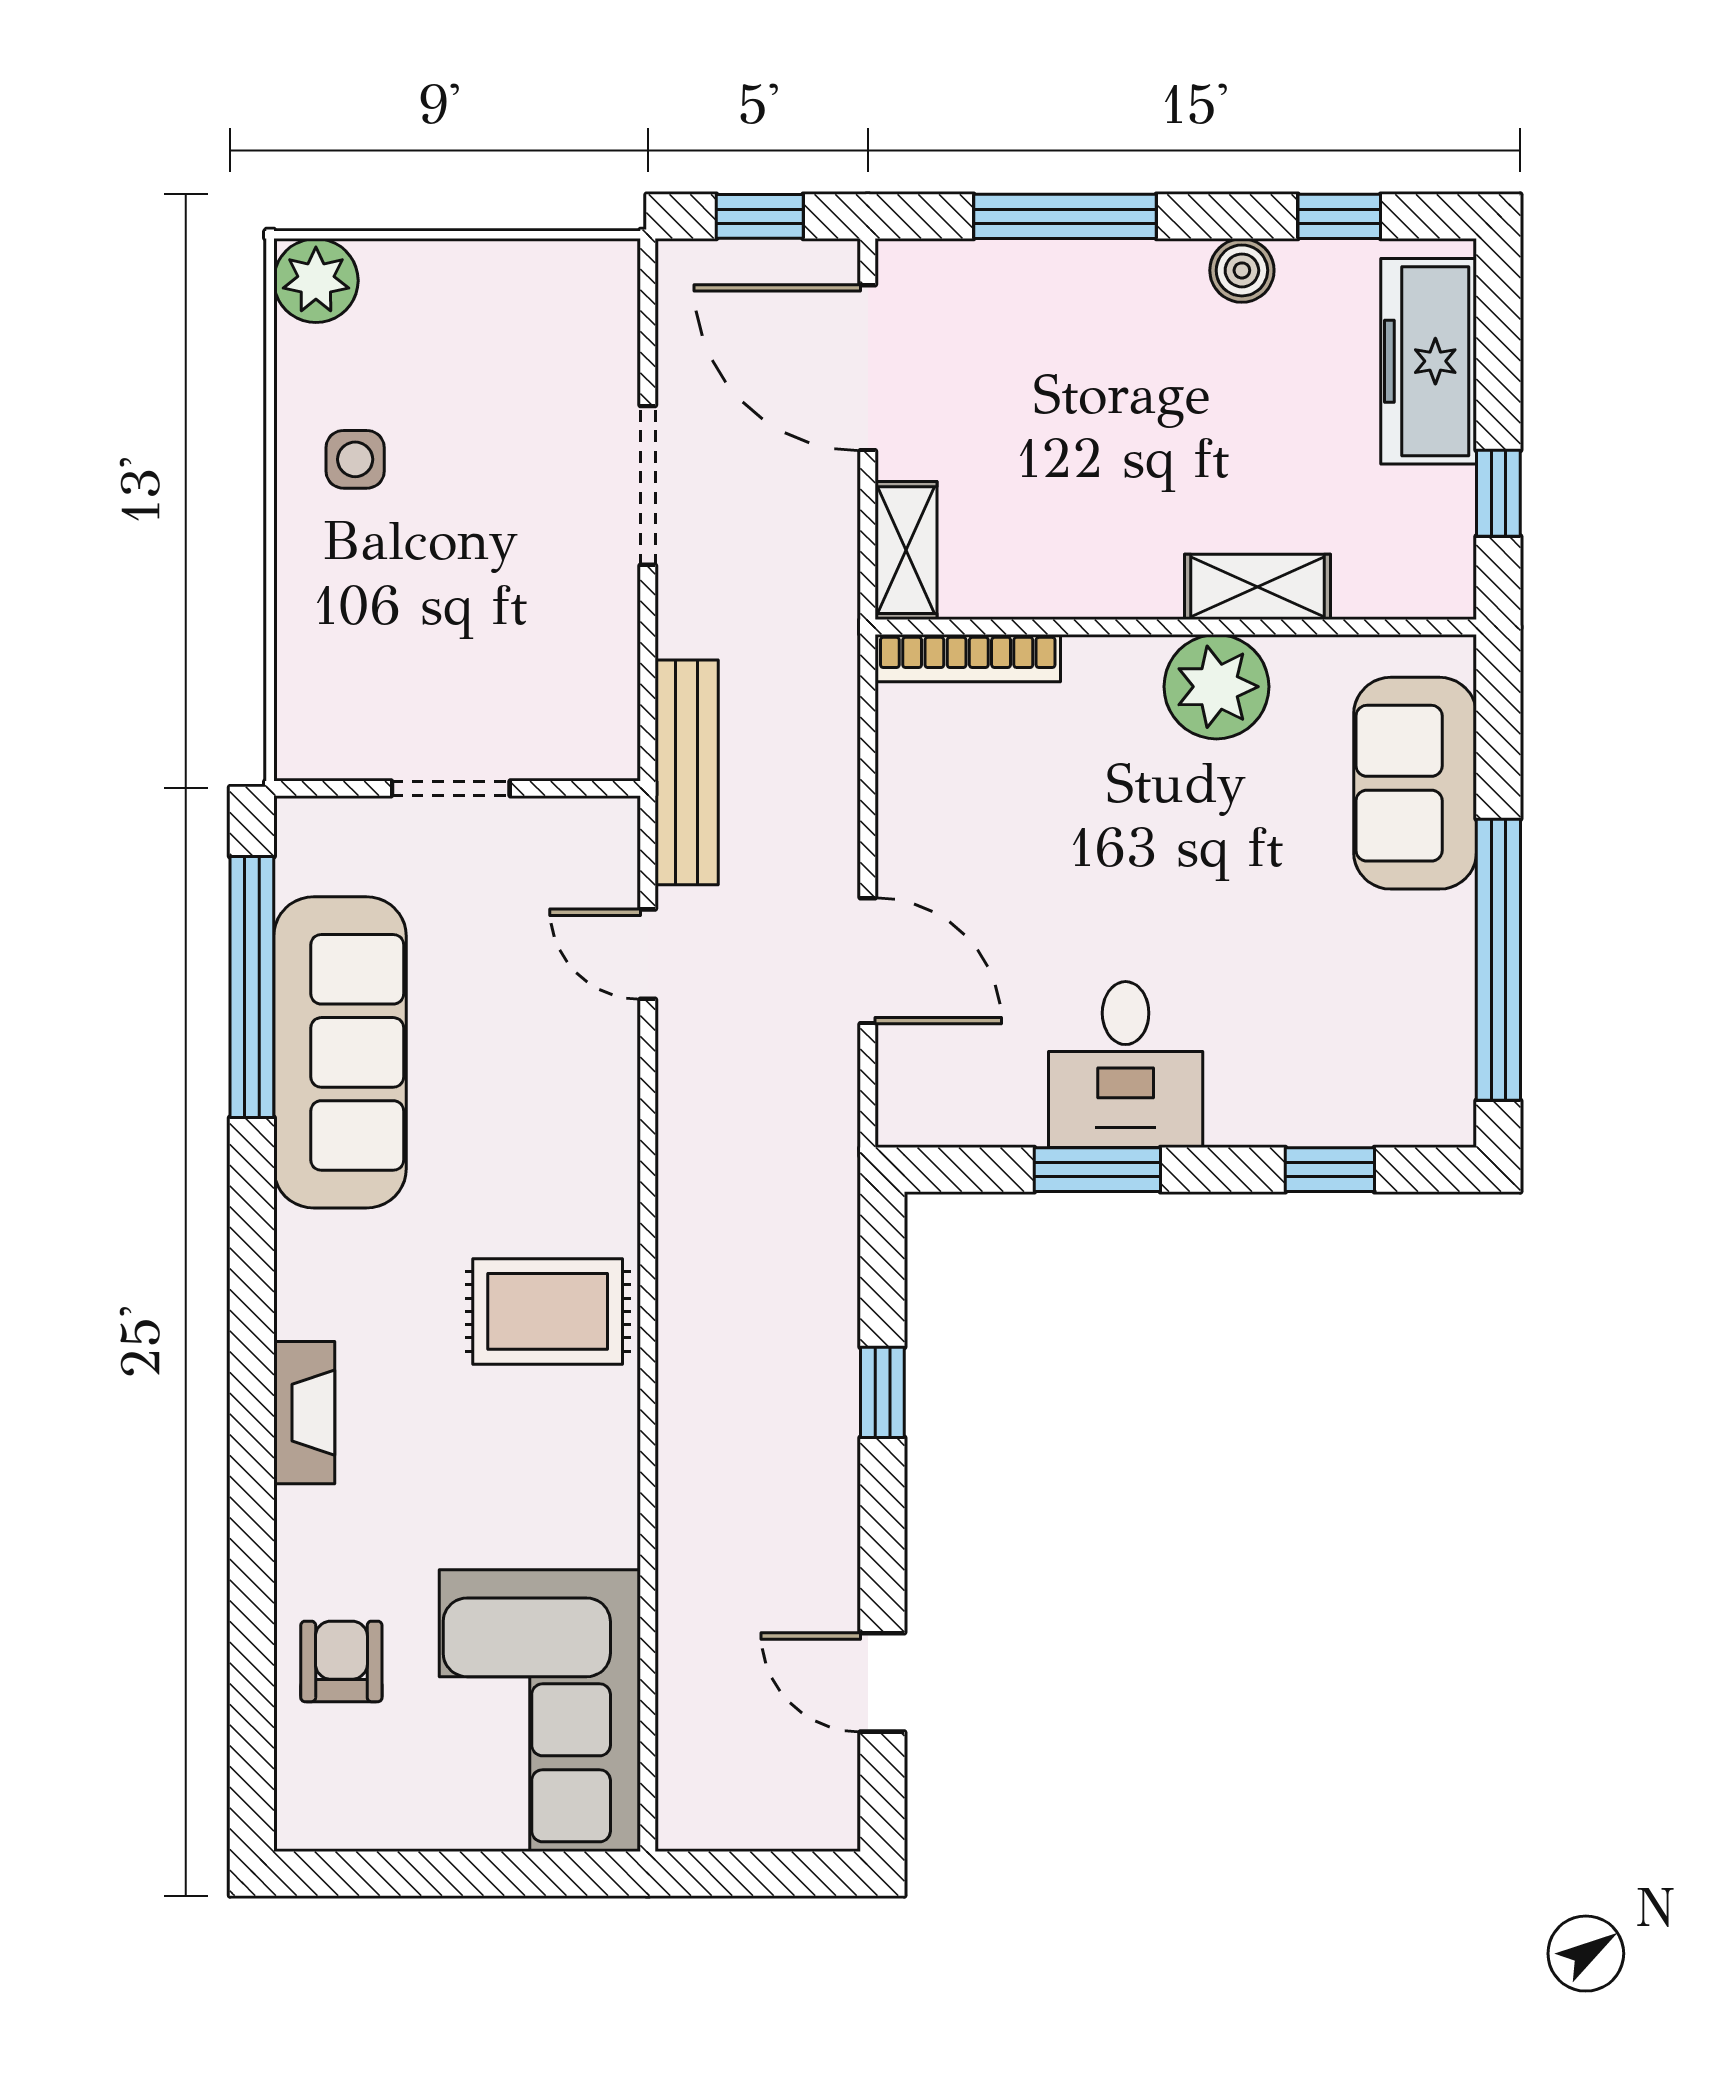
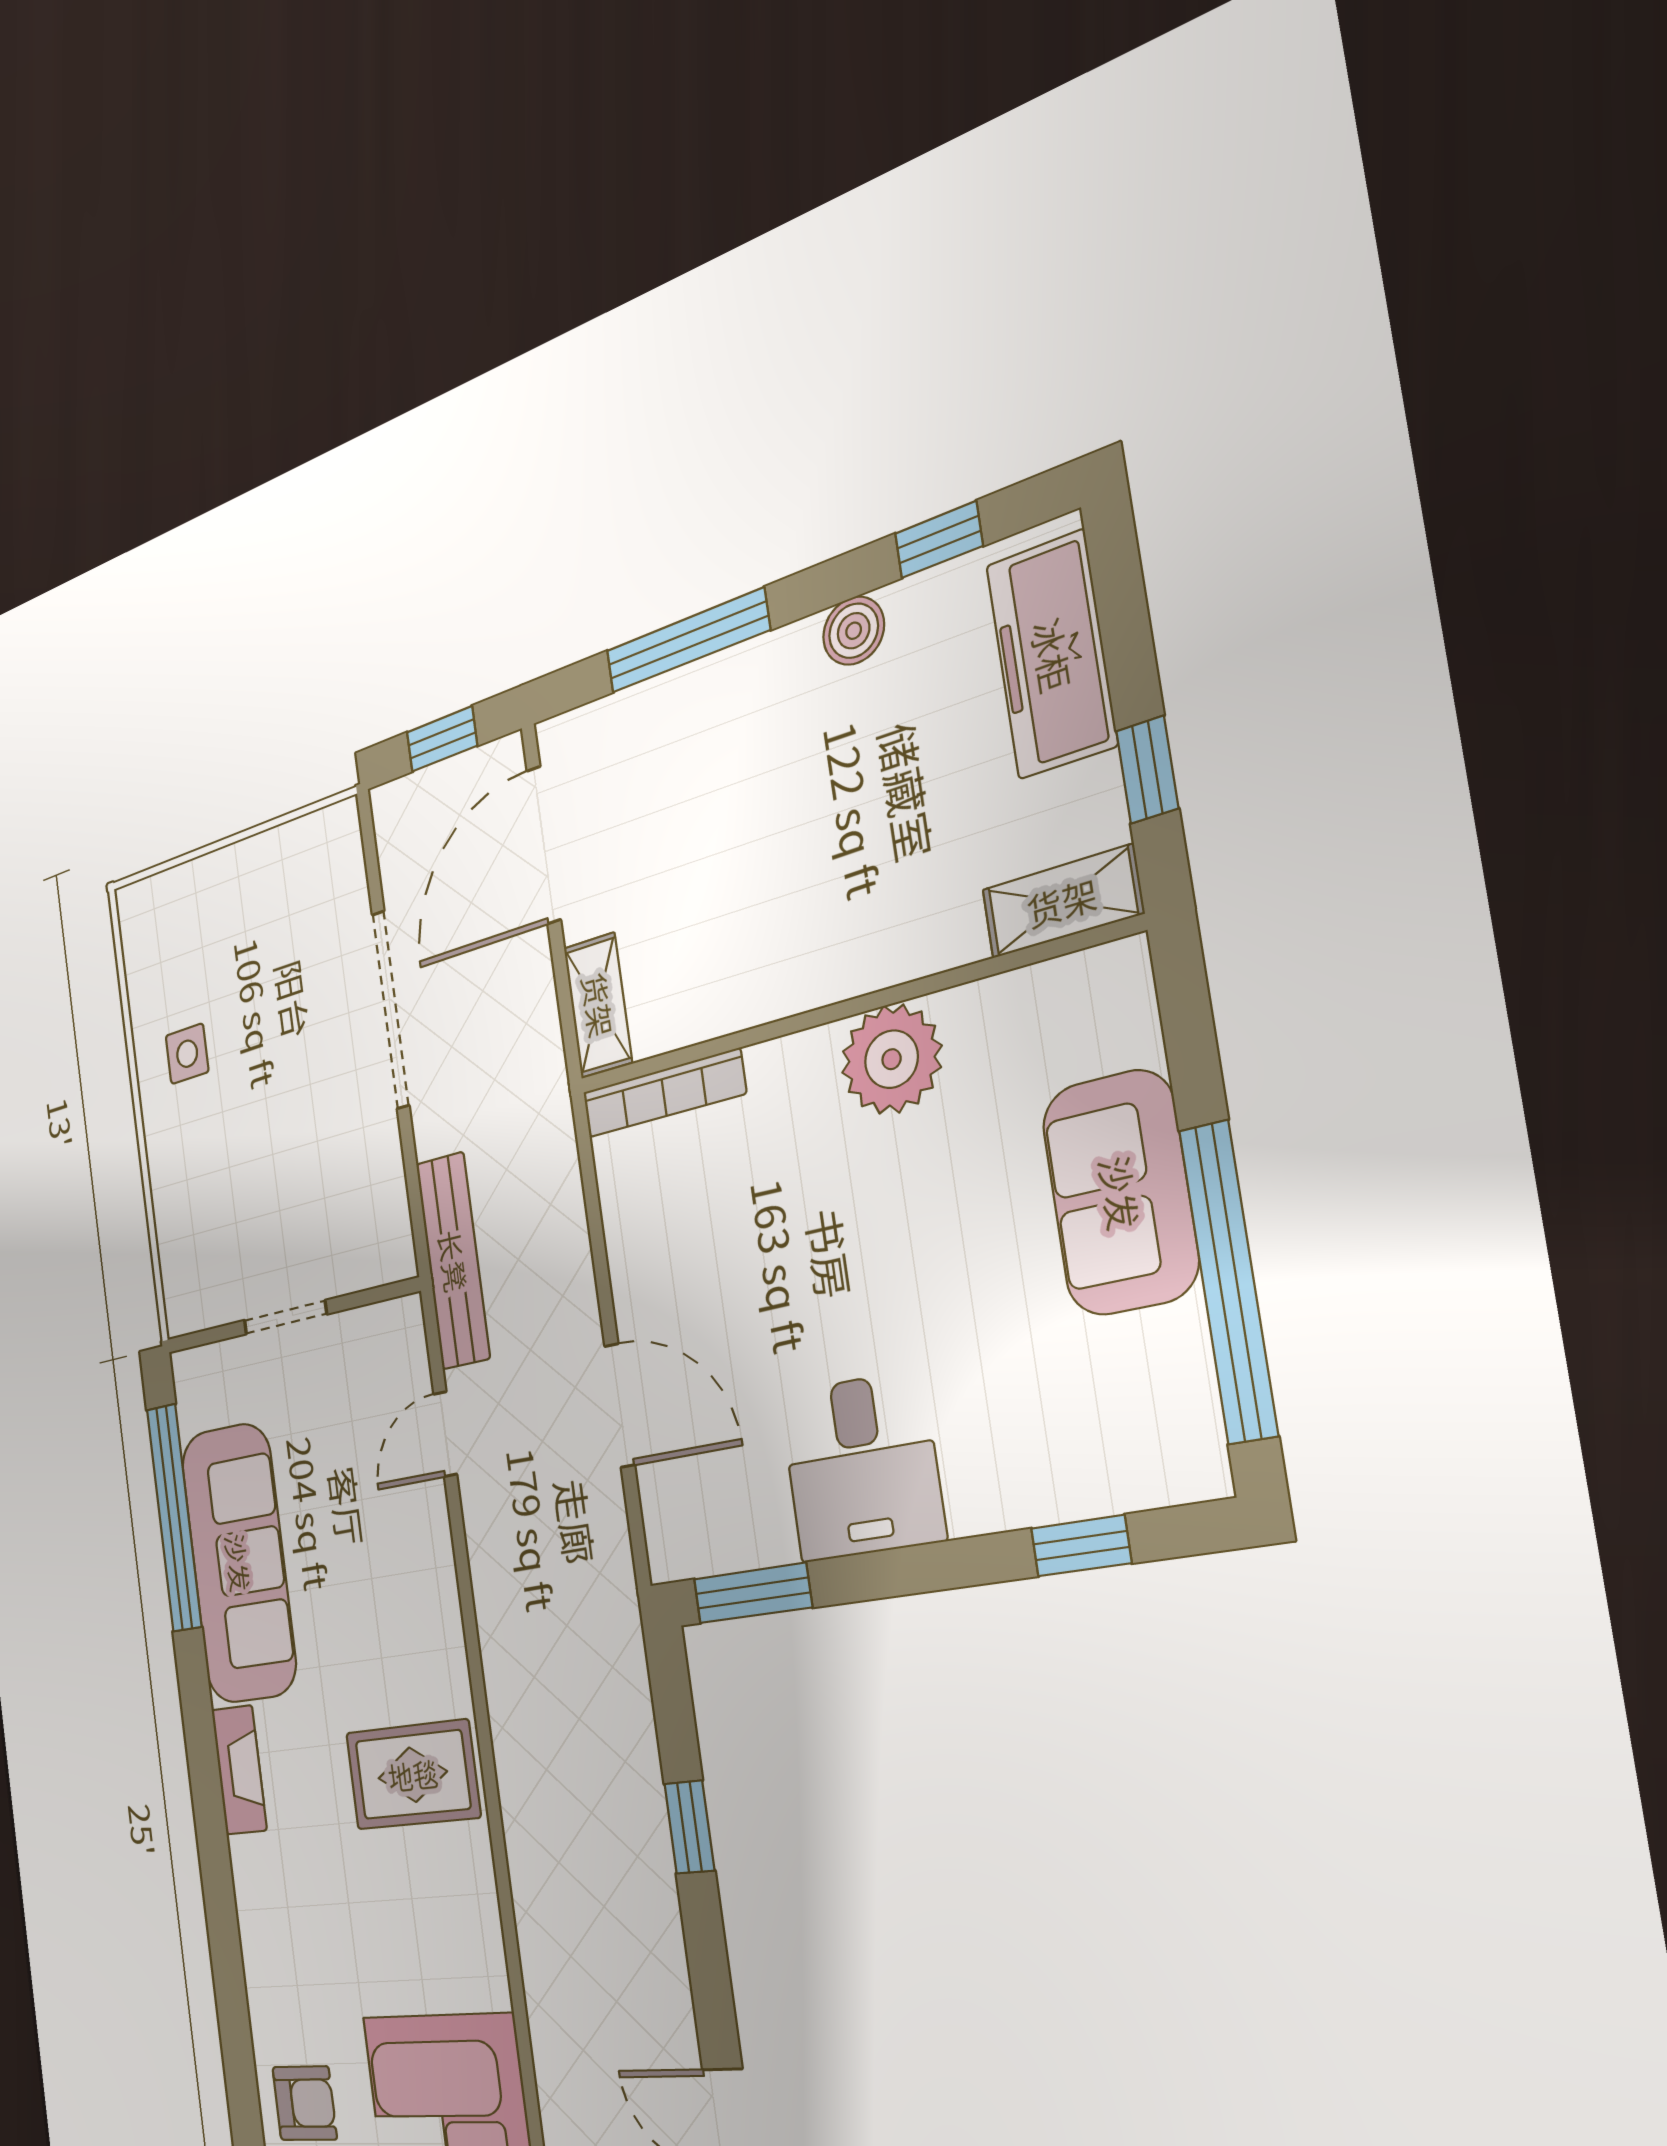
plant: (316, 281) -> (144, 914), removed
door: (868, 368) -> (544, 845), hinge flipped
doorway: (648, 485) -> (391, 1010), width x1.36
shelving: (1257, 587) -> (1062, 902), moved
sofa: (1415, 783) -> (1120, 1193), moved
door: (648, 954) -> (445, 1434), hinge flipped
window: (1097, 1170) -> (753, 1593), moved
fireplace: (304, 1413) -> (239, 1770), moved
armchair: (341, 1661) -> (305, 2103), turned 90

